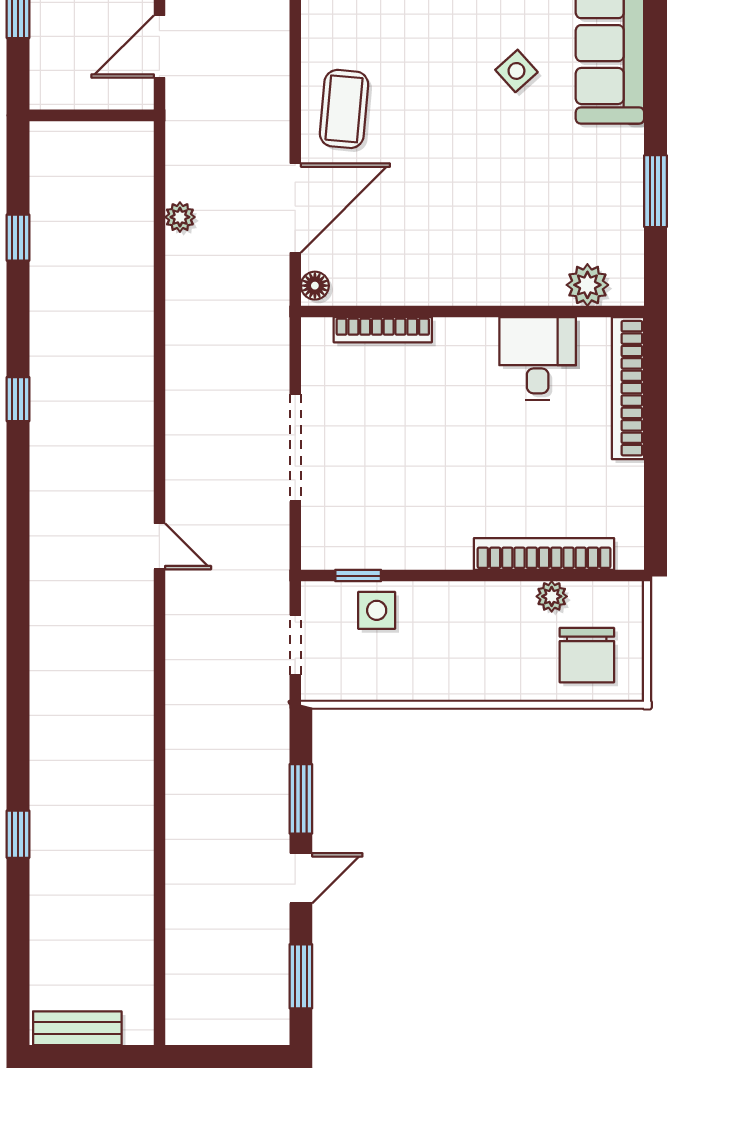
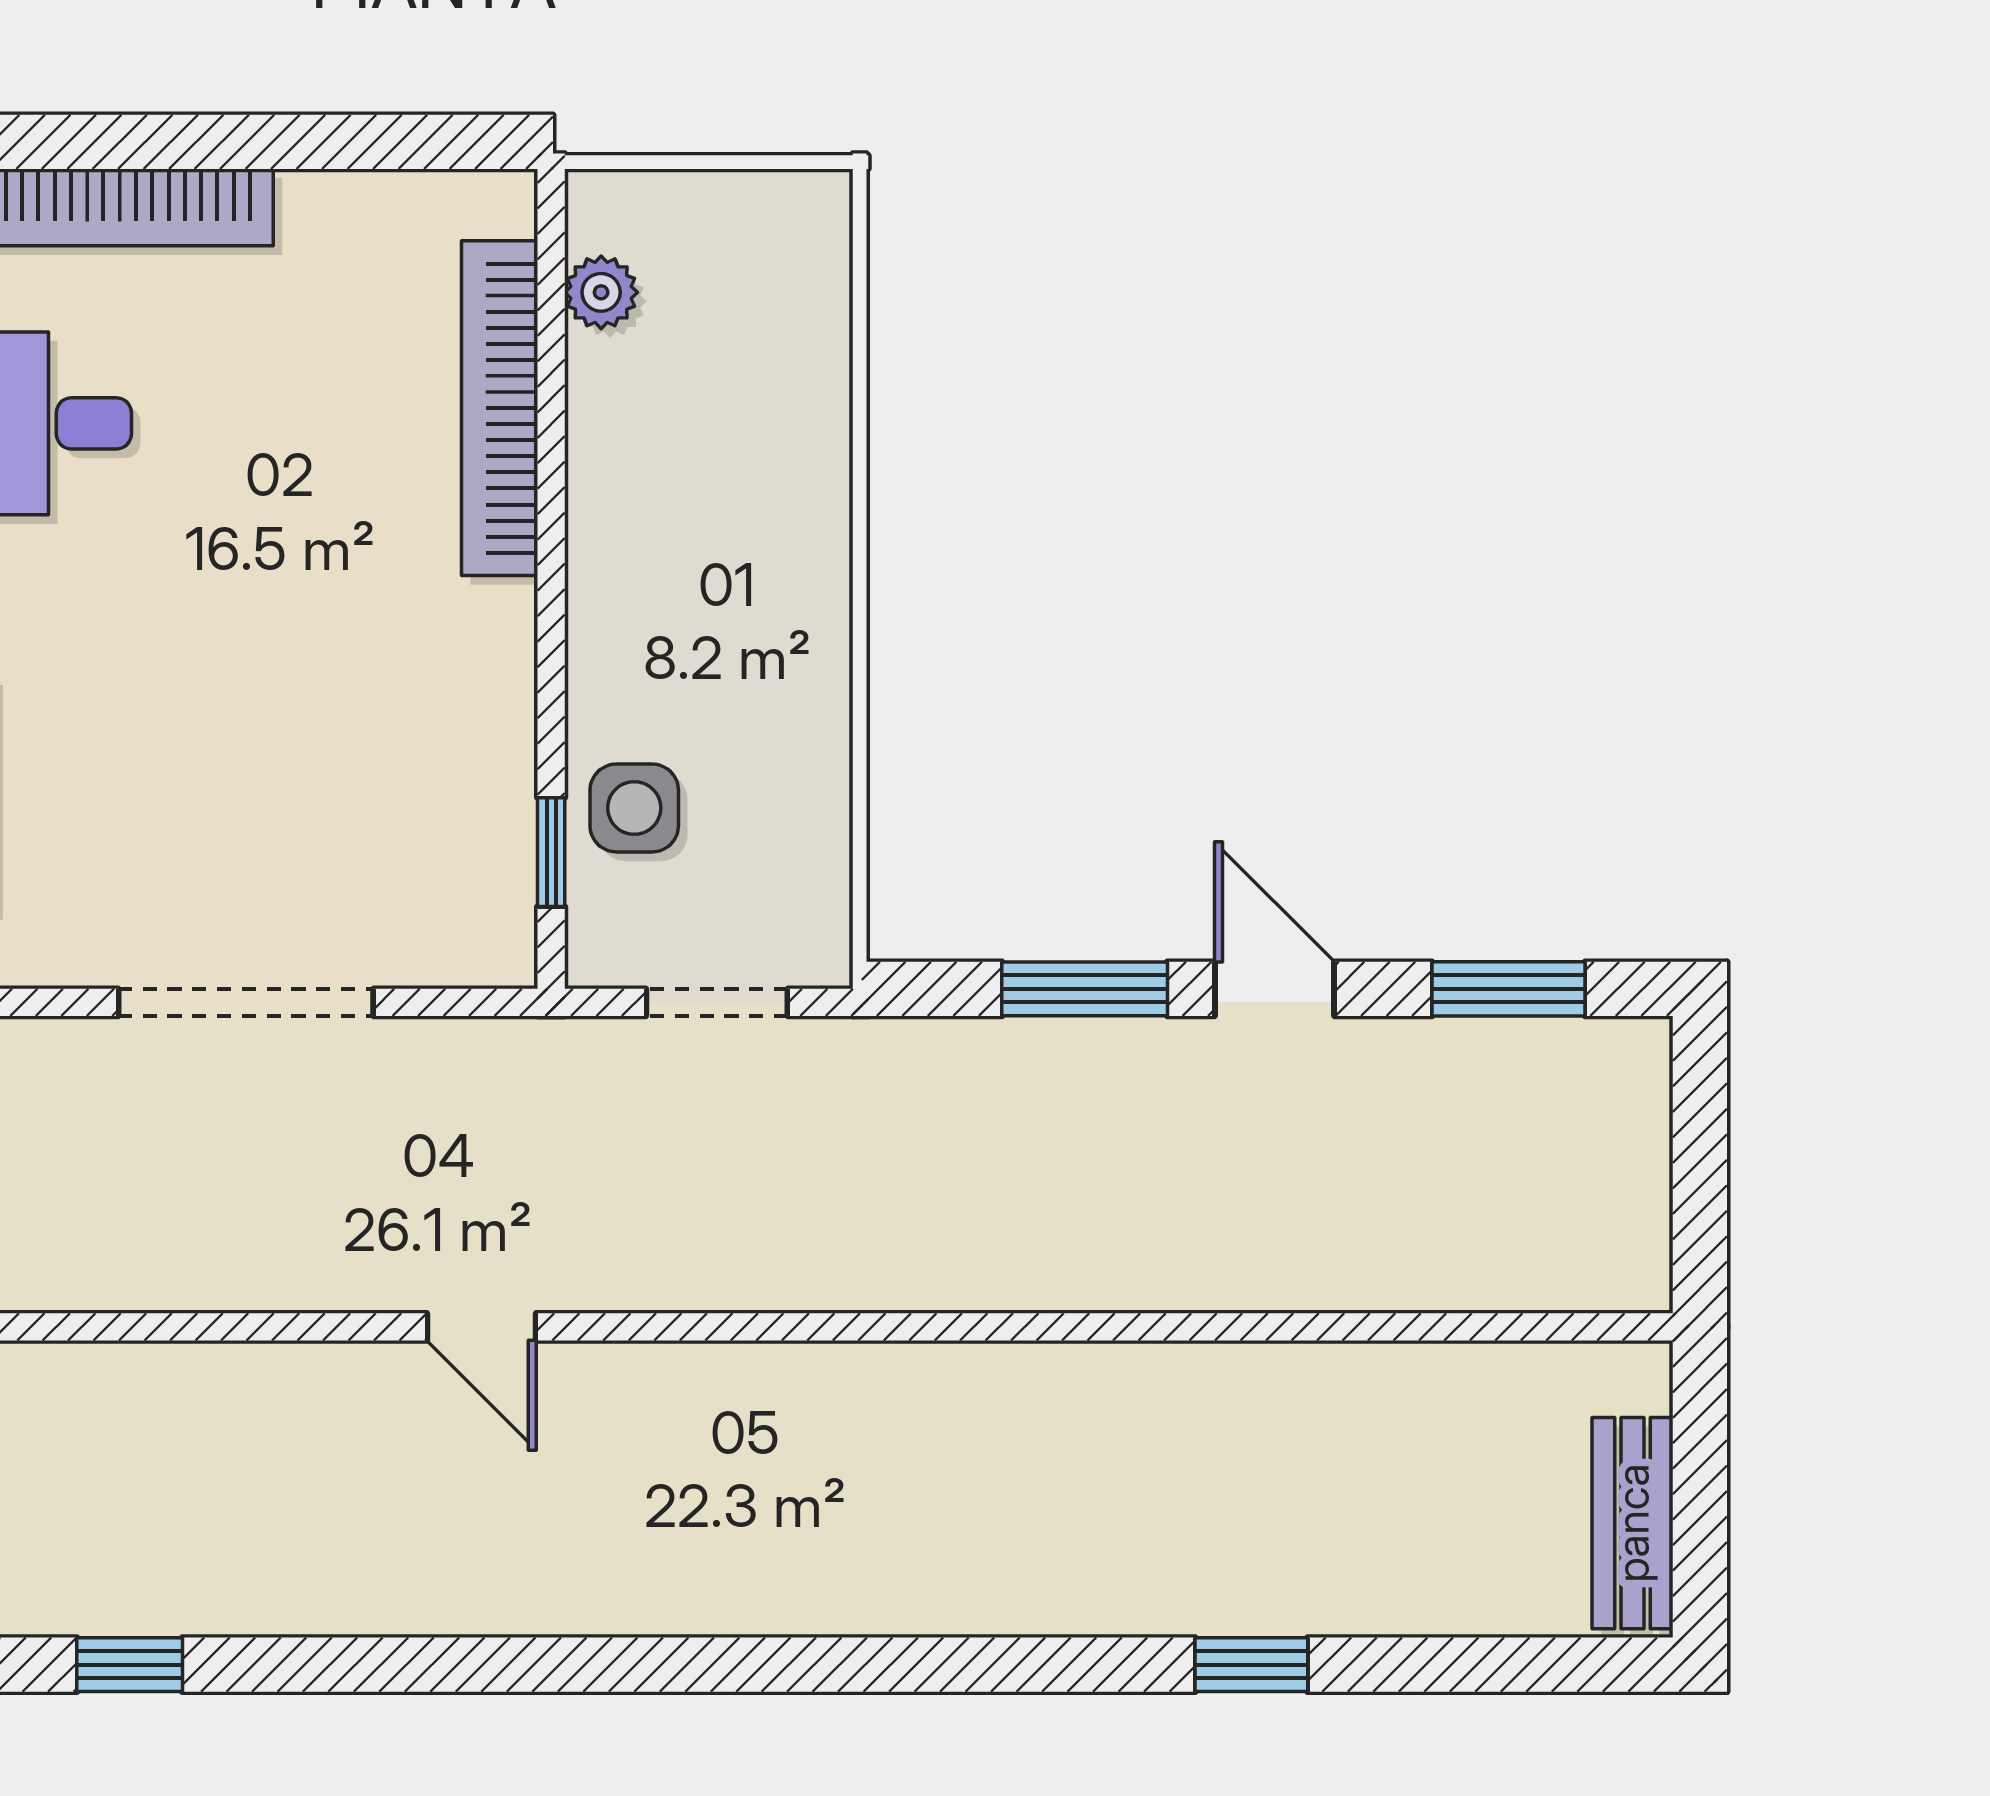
door: (159, 546) -> (481, 1327), swing flipped
plant: (552, 596) -> (601, 292), moved
chair: (587, 655) -> (741, 306), removed
window: (18, 834) -> (1251, 1665), moved

